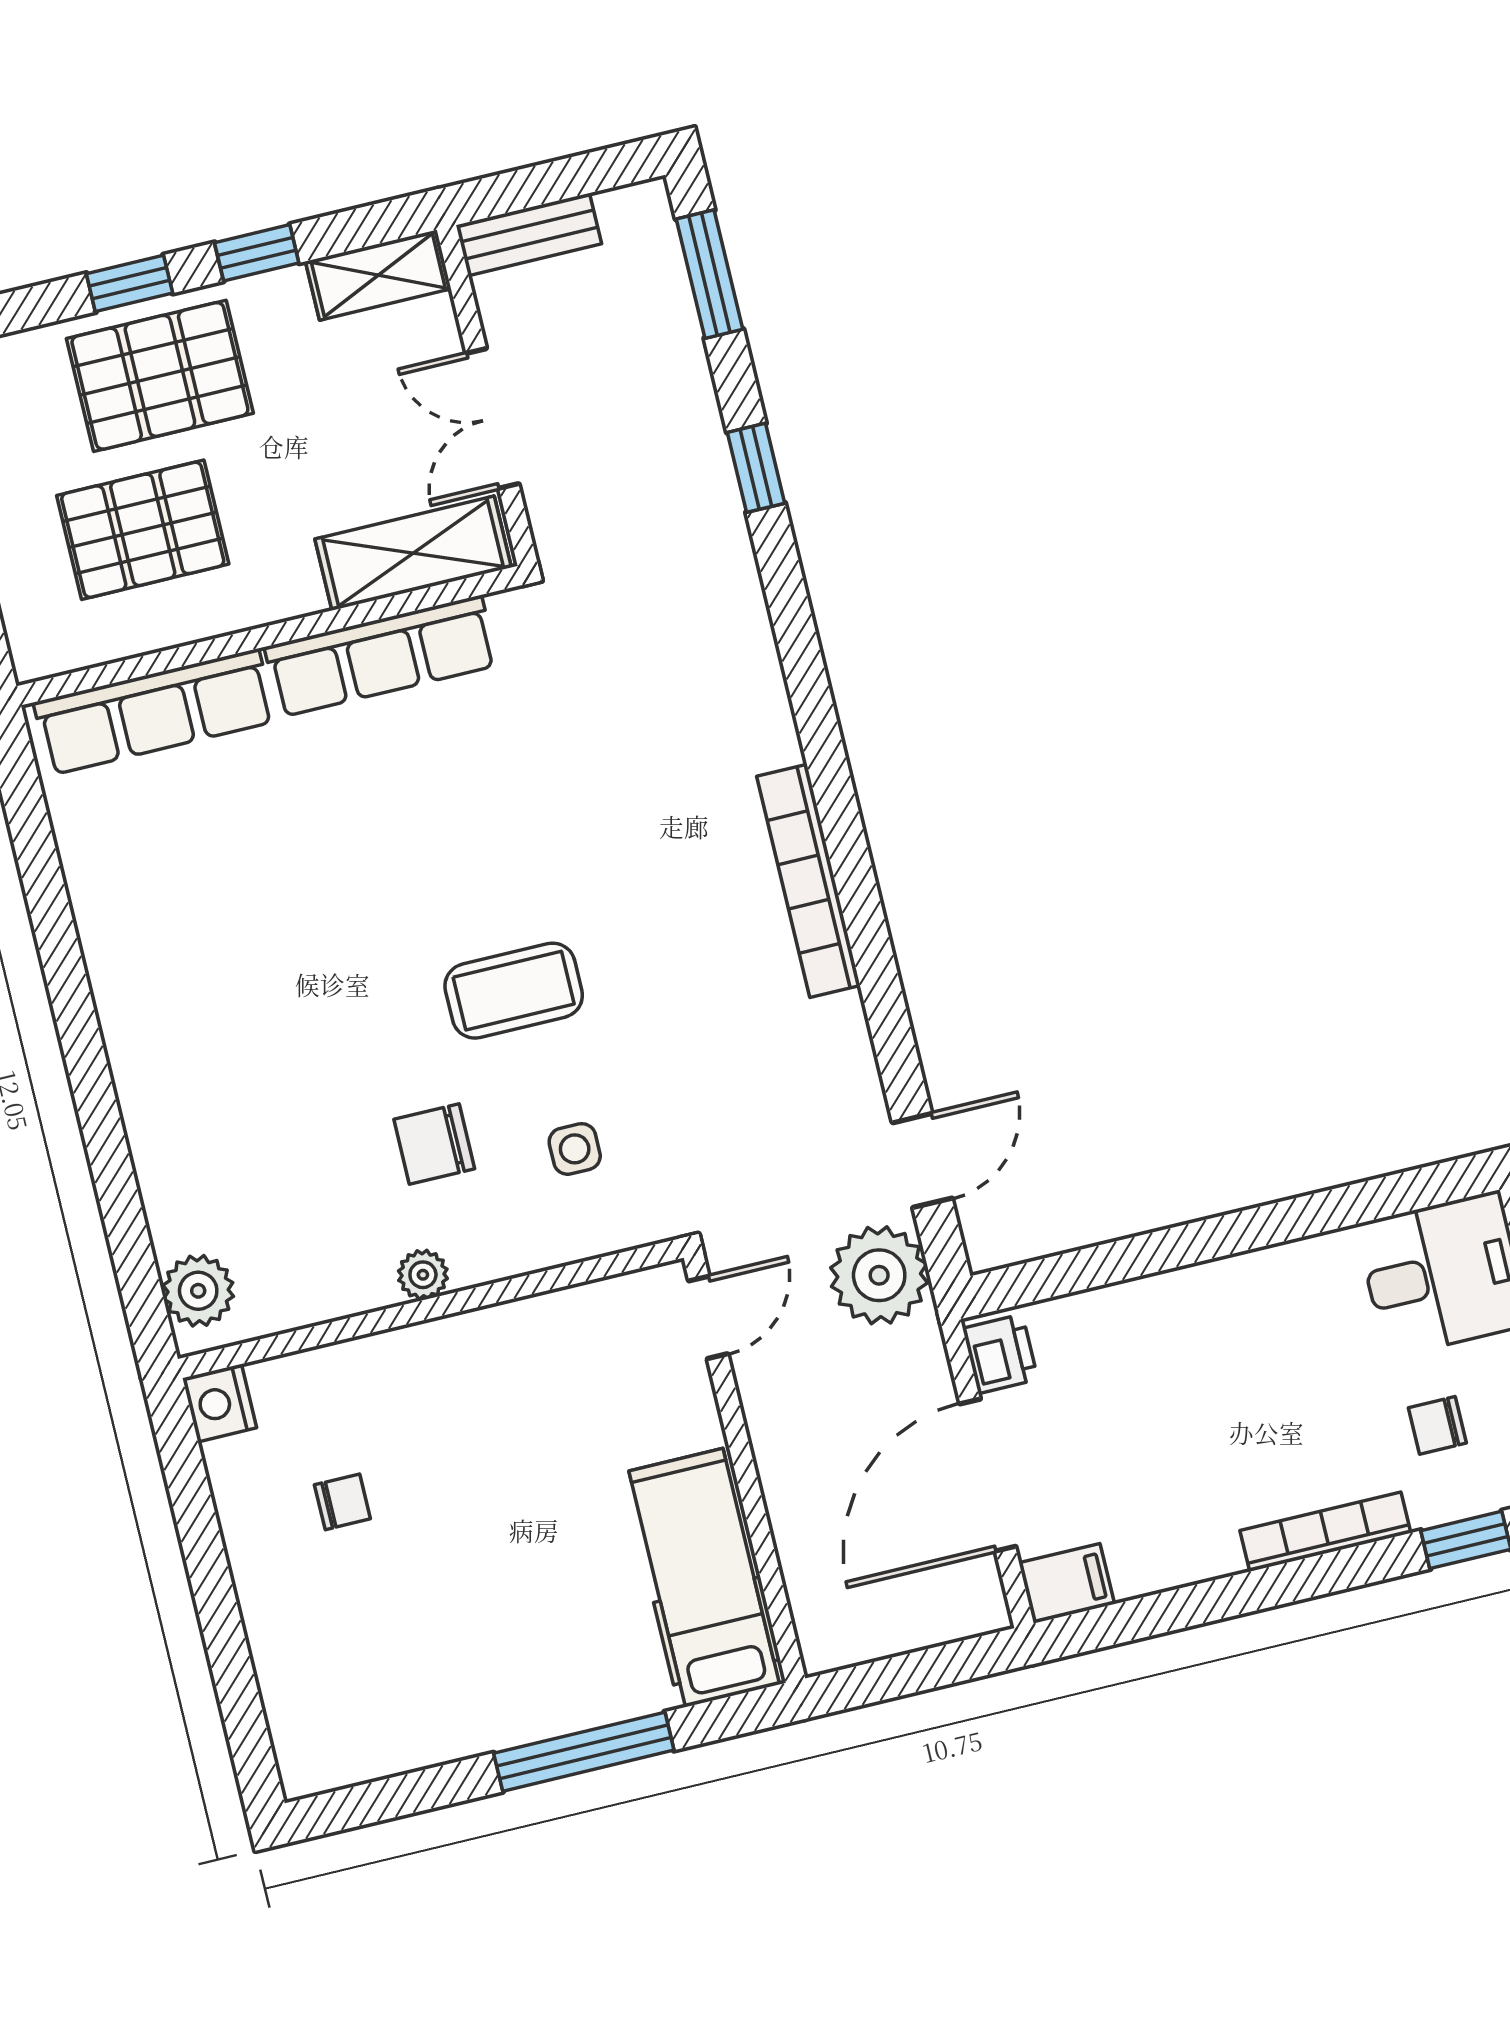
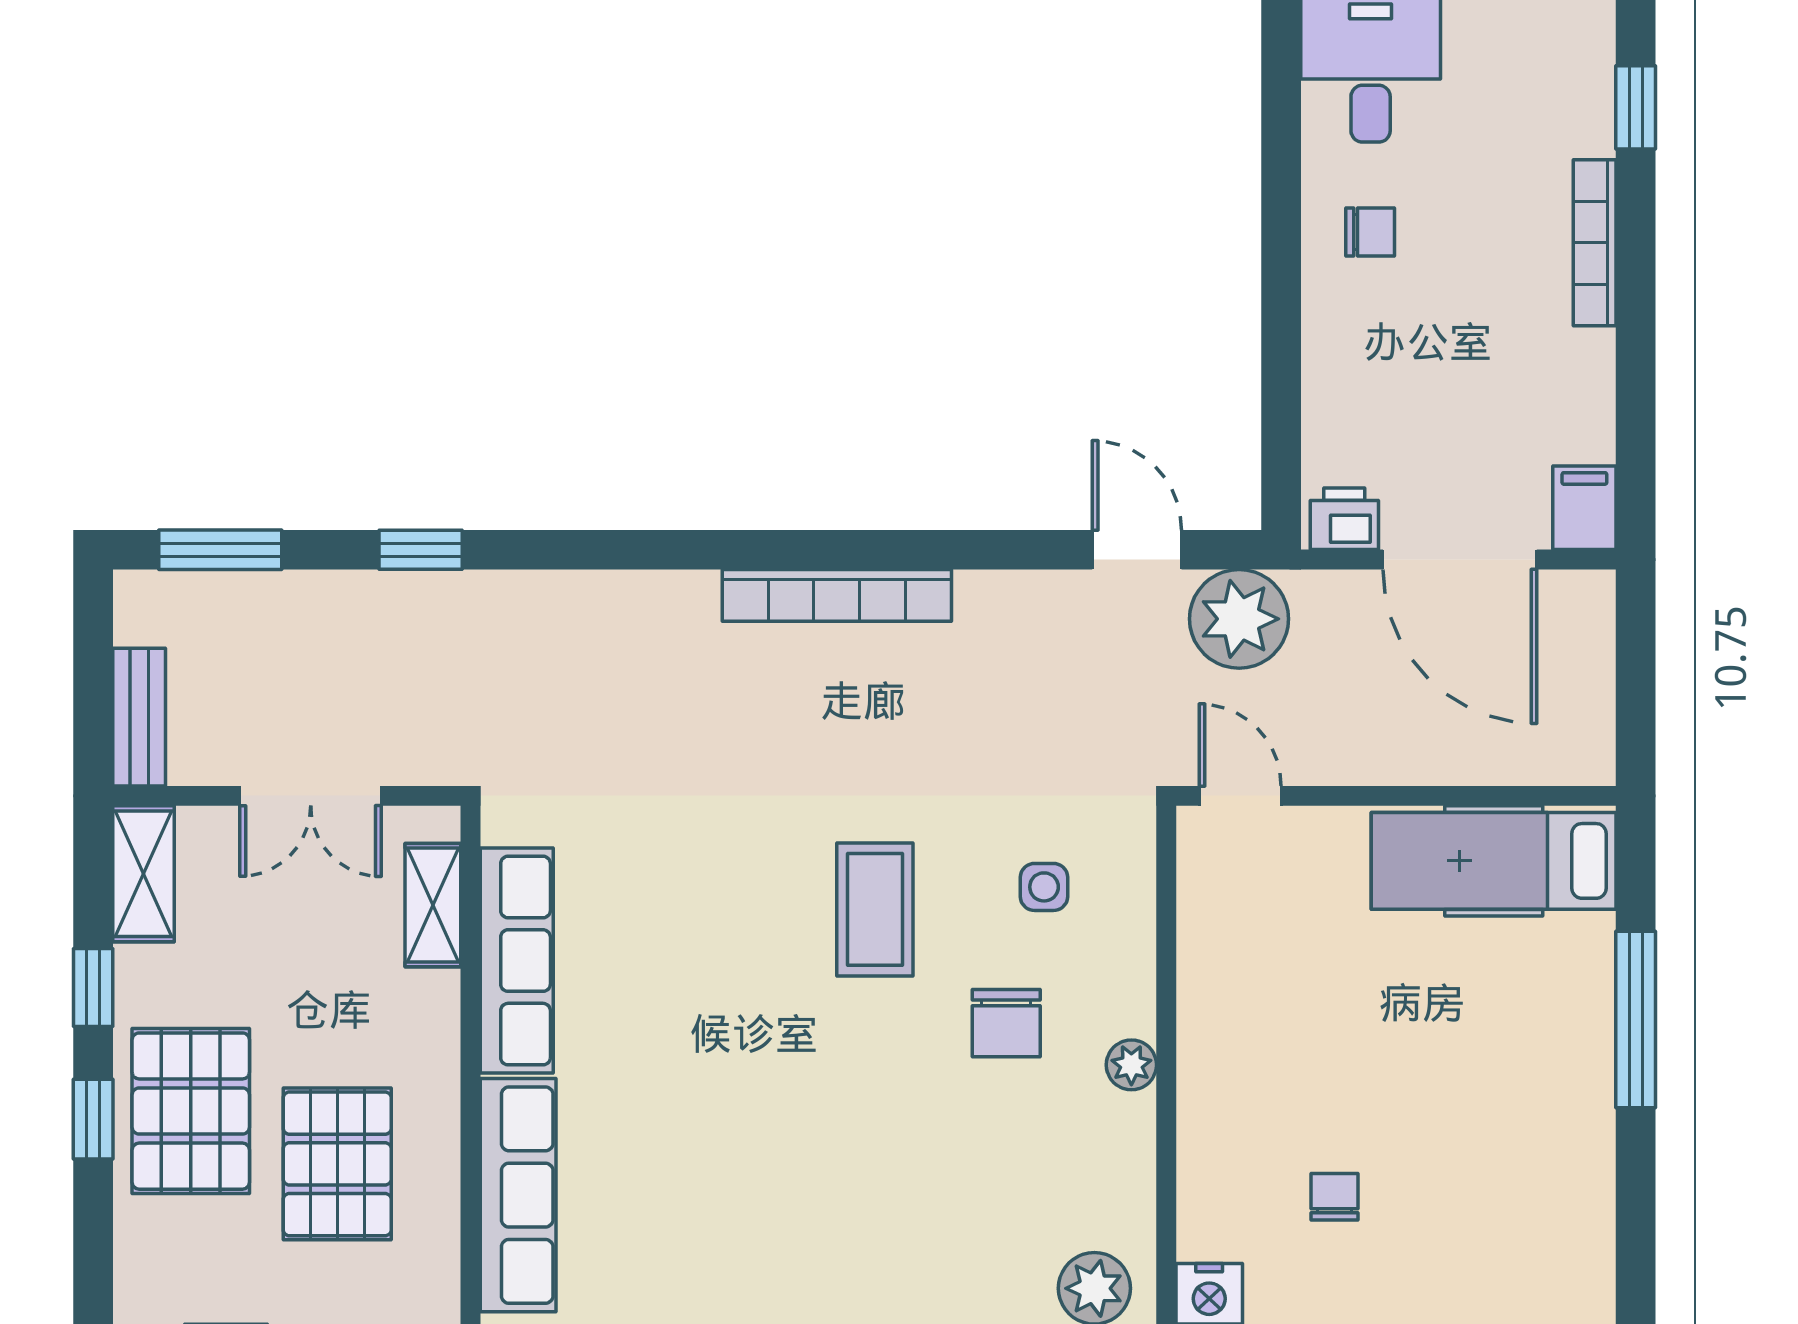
shelving: (413, 553) -> (433, 905), width x0.67, depth x0.75
chair: (1437, 1425) -> (1370, 232), moved, turned -90

